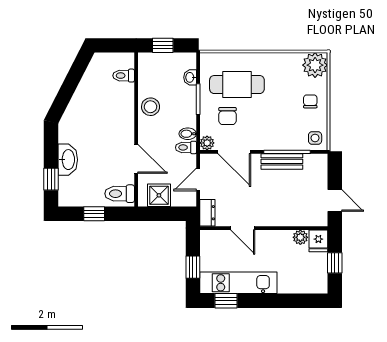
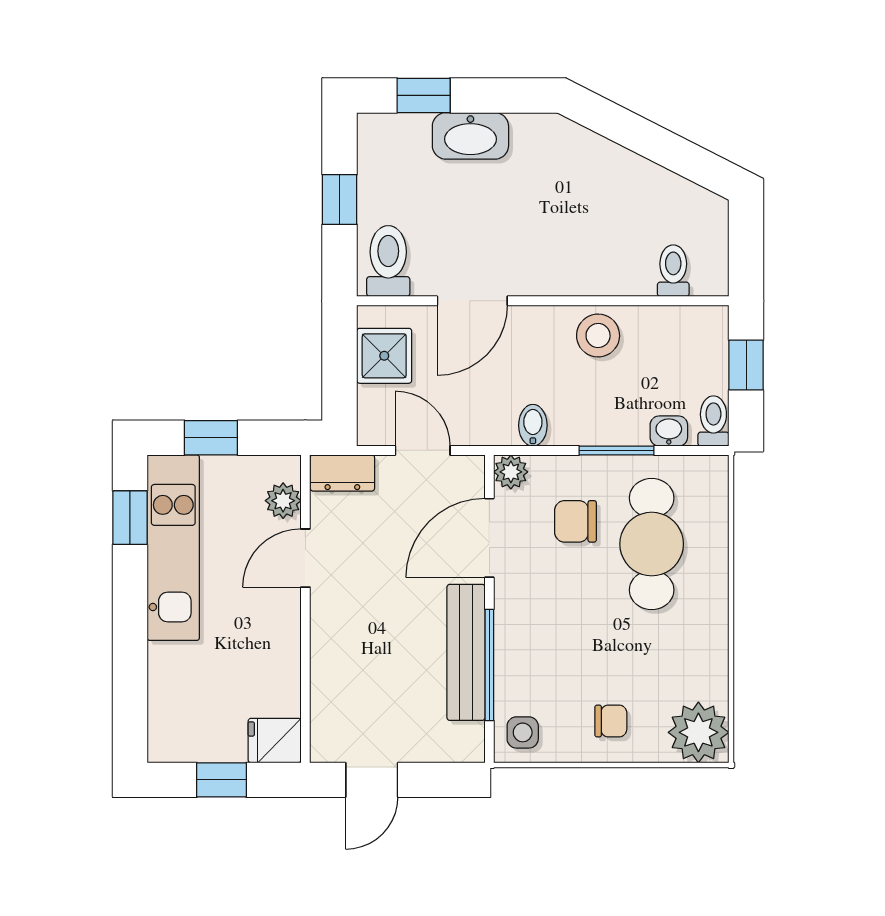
toilet: (186, 147) -> (713, 421), moved
bench: (282, 161) -> (466, 652), width x1.36
plant: (300, 237) -> (283, 501), moved

